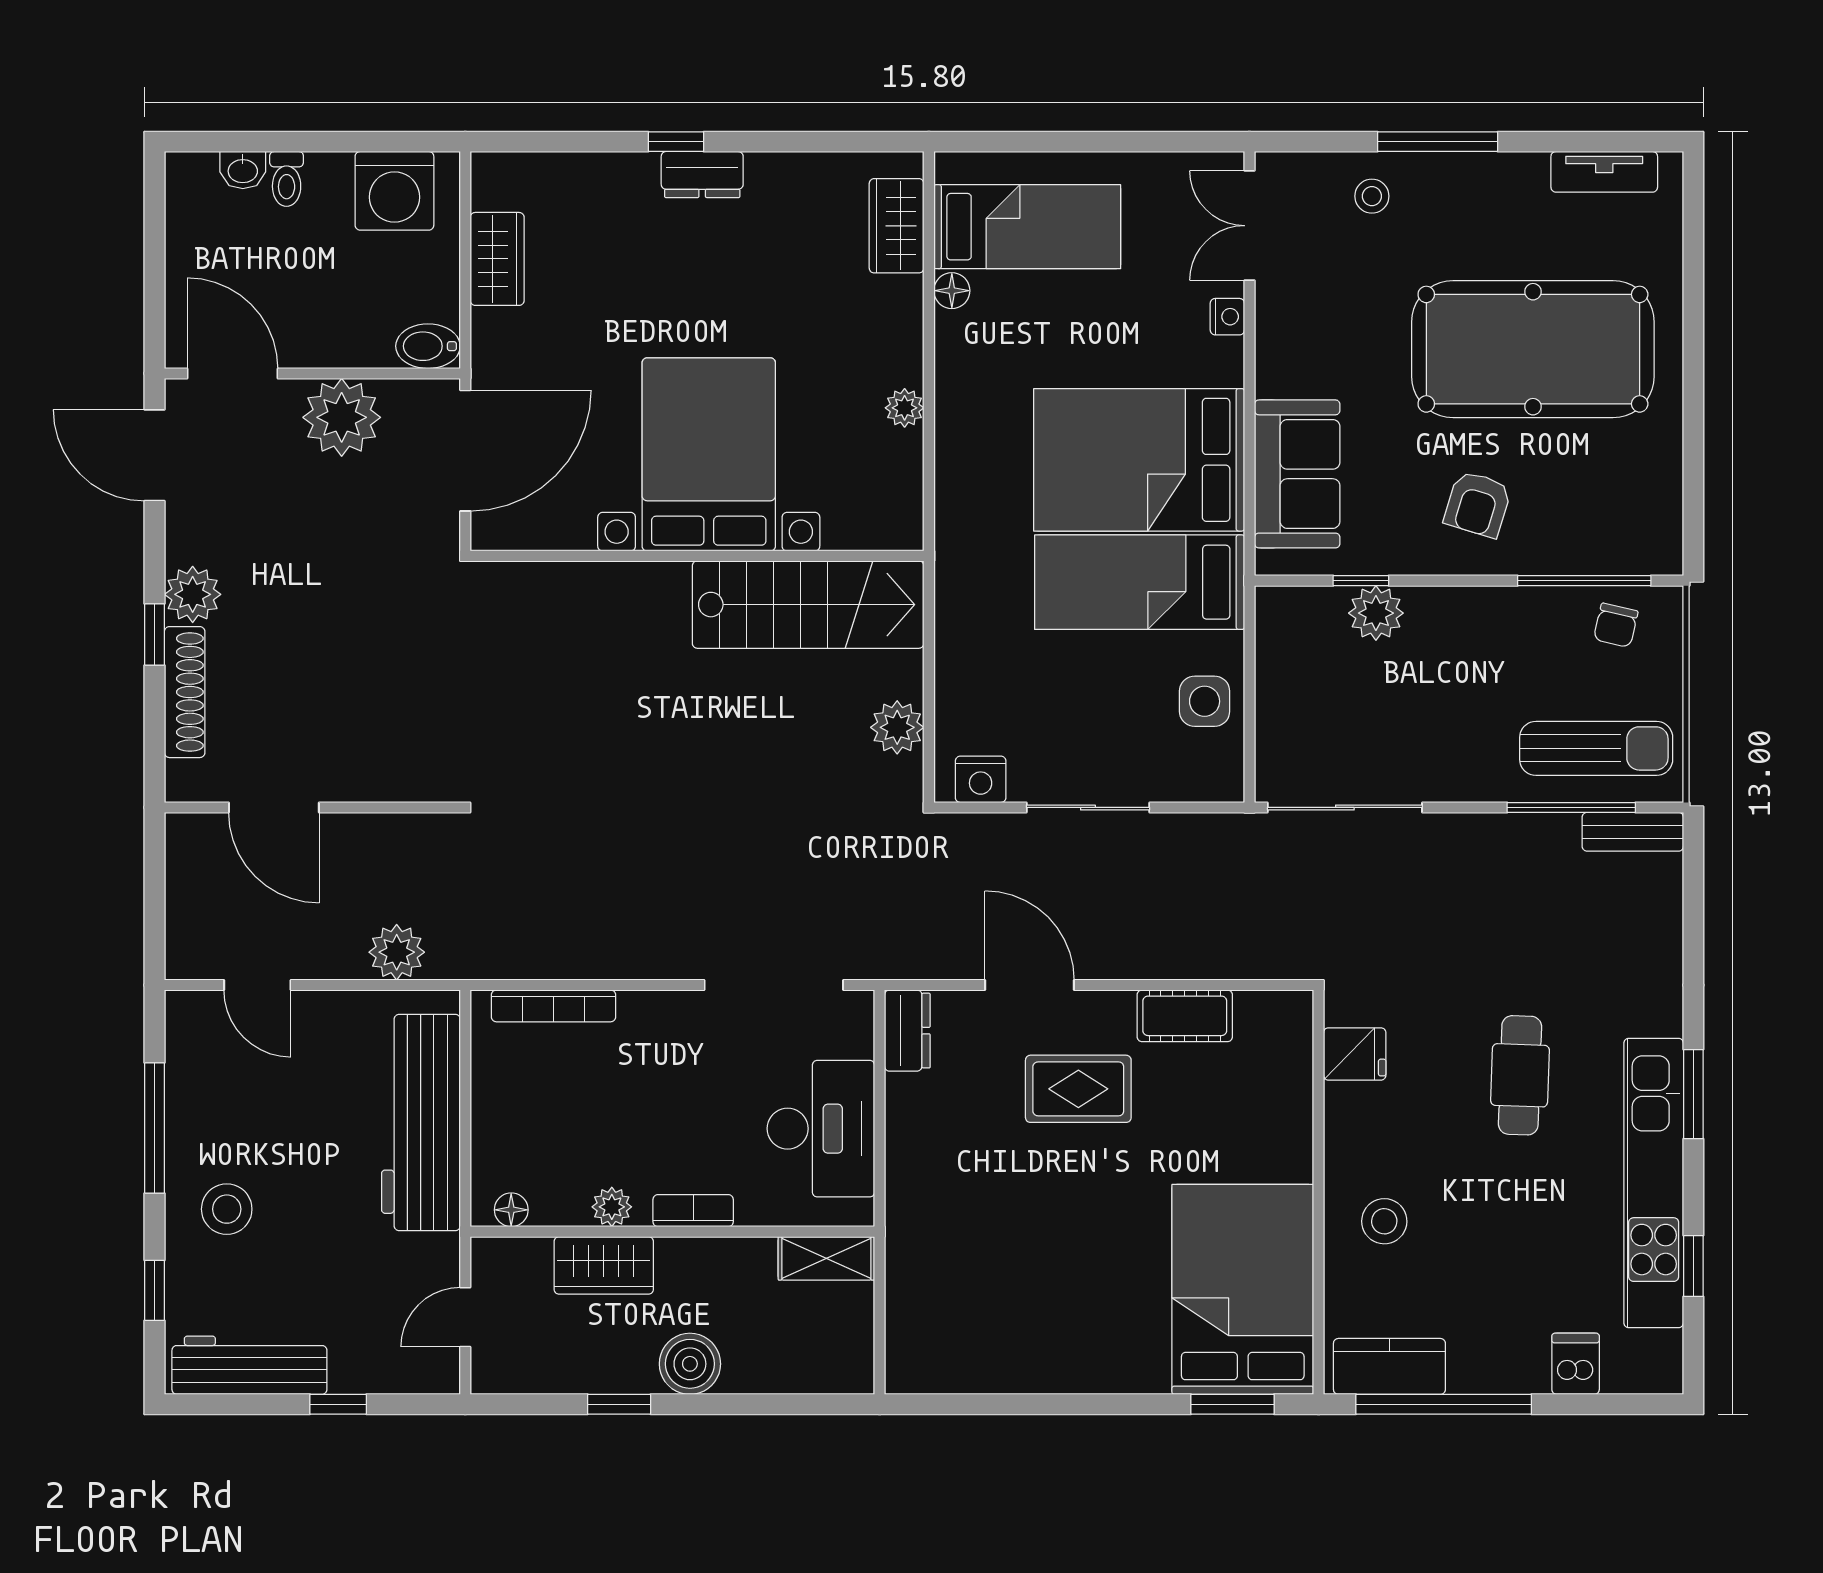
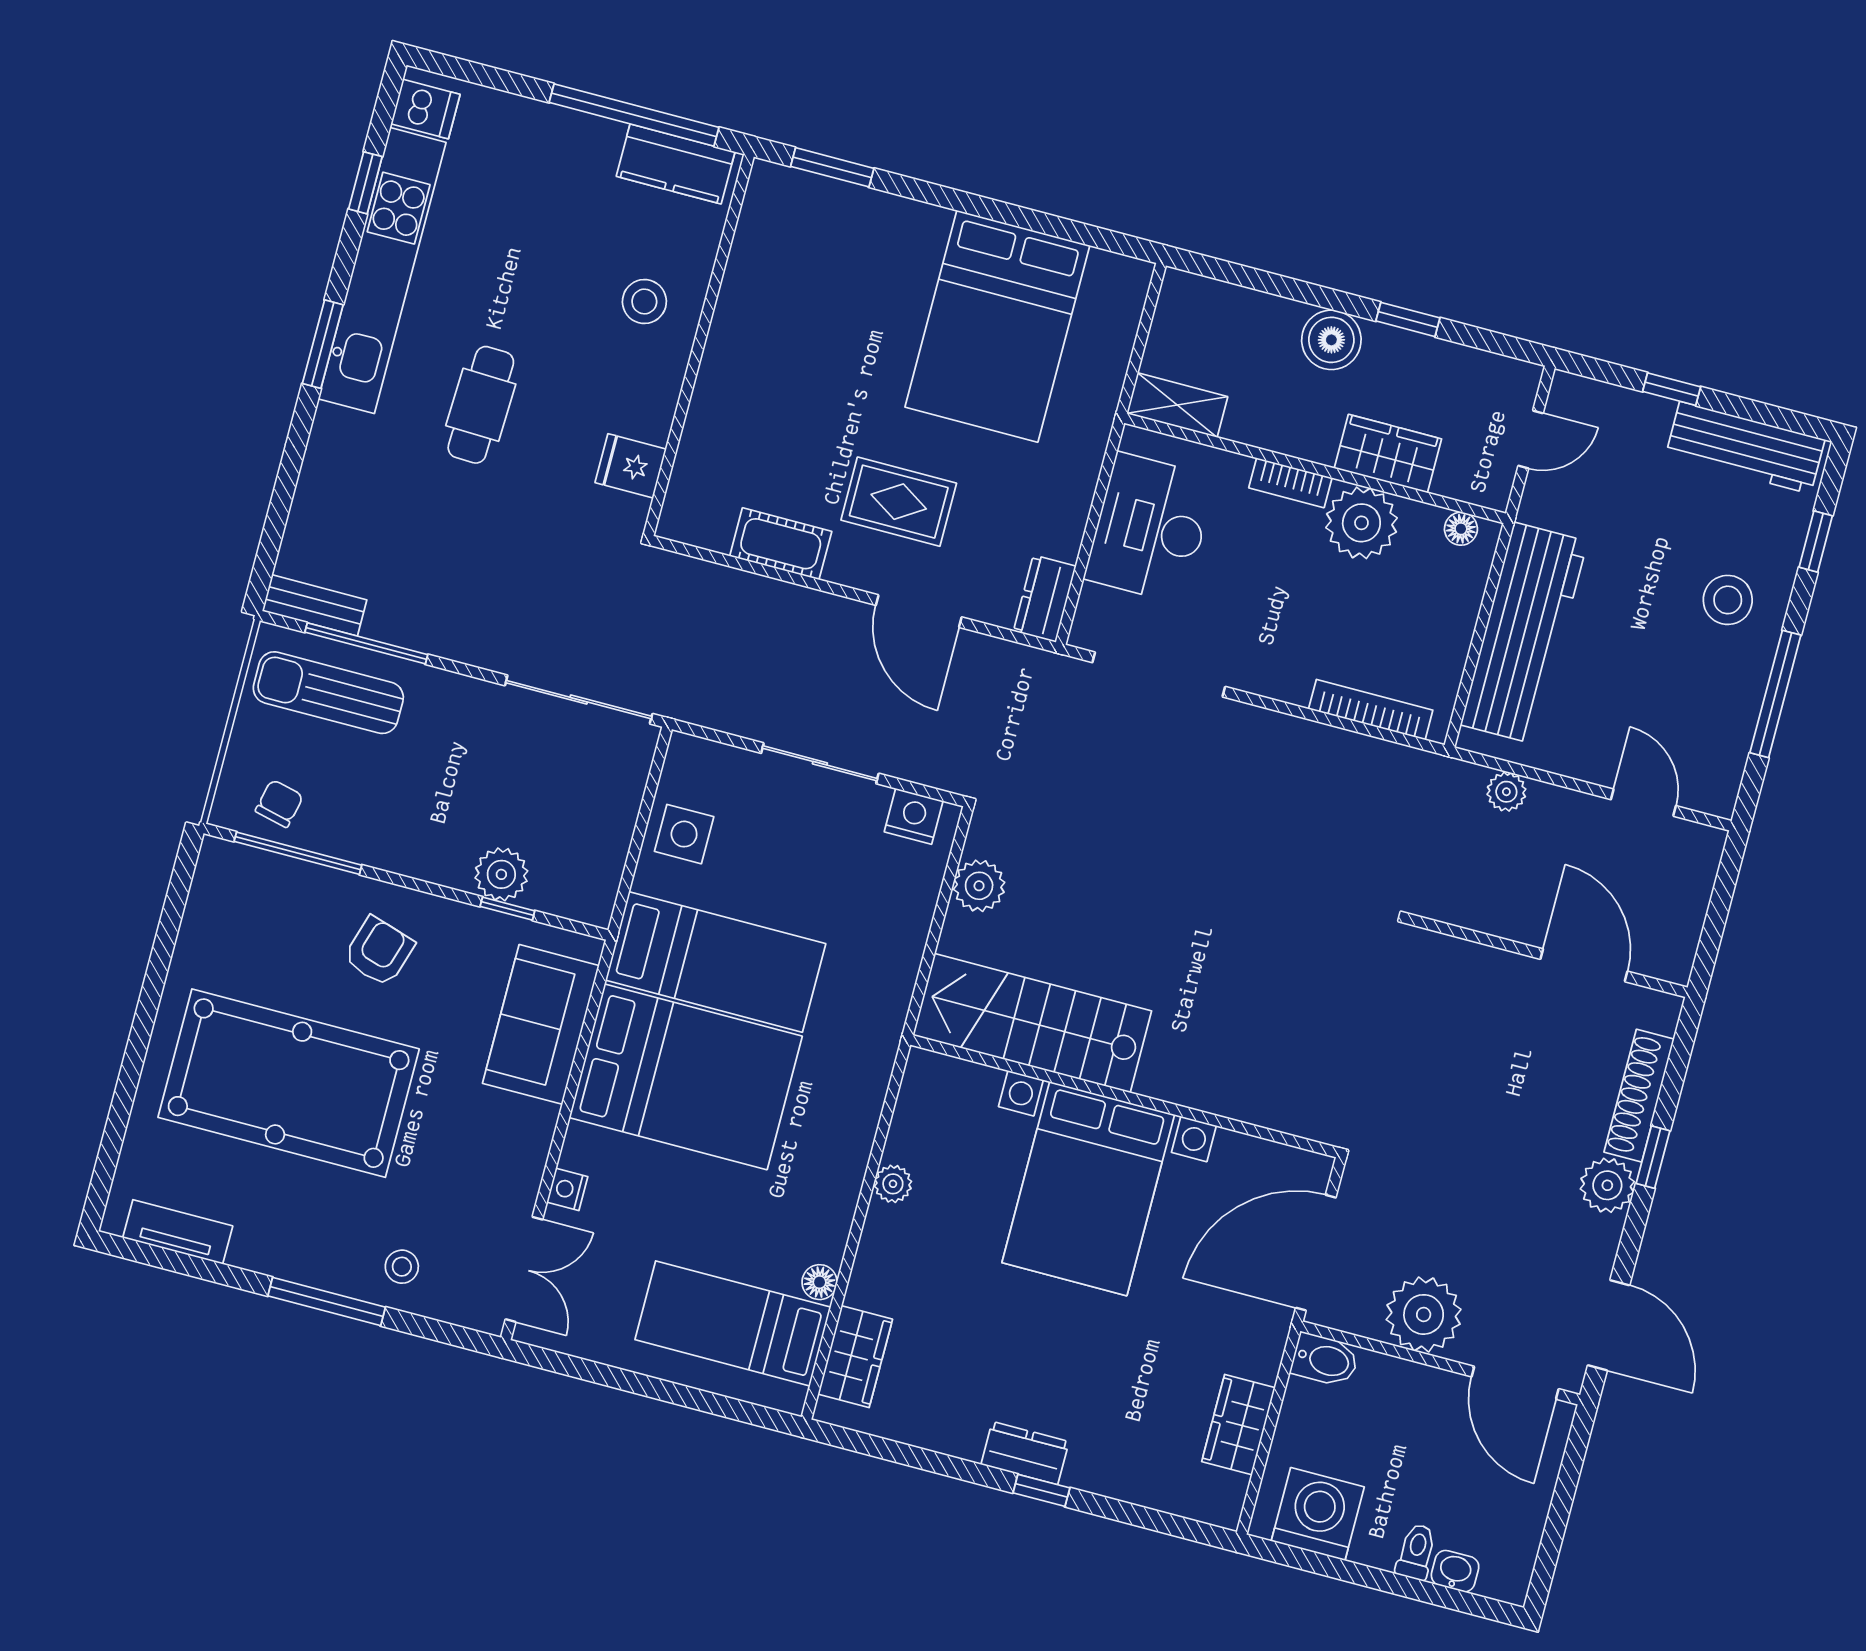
plant: (397, 952) -> (1506, 792), width x0.73, depth x0.73
plant: (612, 1207) -> (1361, 523), width x1.88, depth x1.88
bed: (1243, 1289) -> (997, 326), moved
dishwasher: (1576, 1364) -> (426, 109), moved, turned -90

